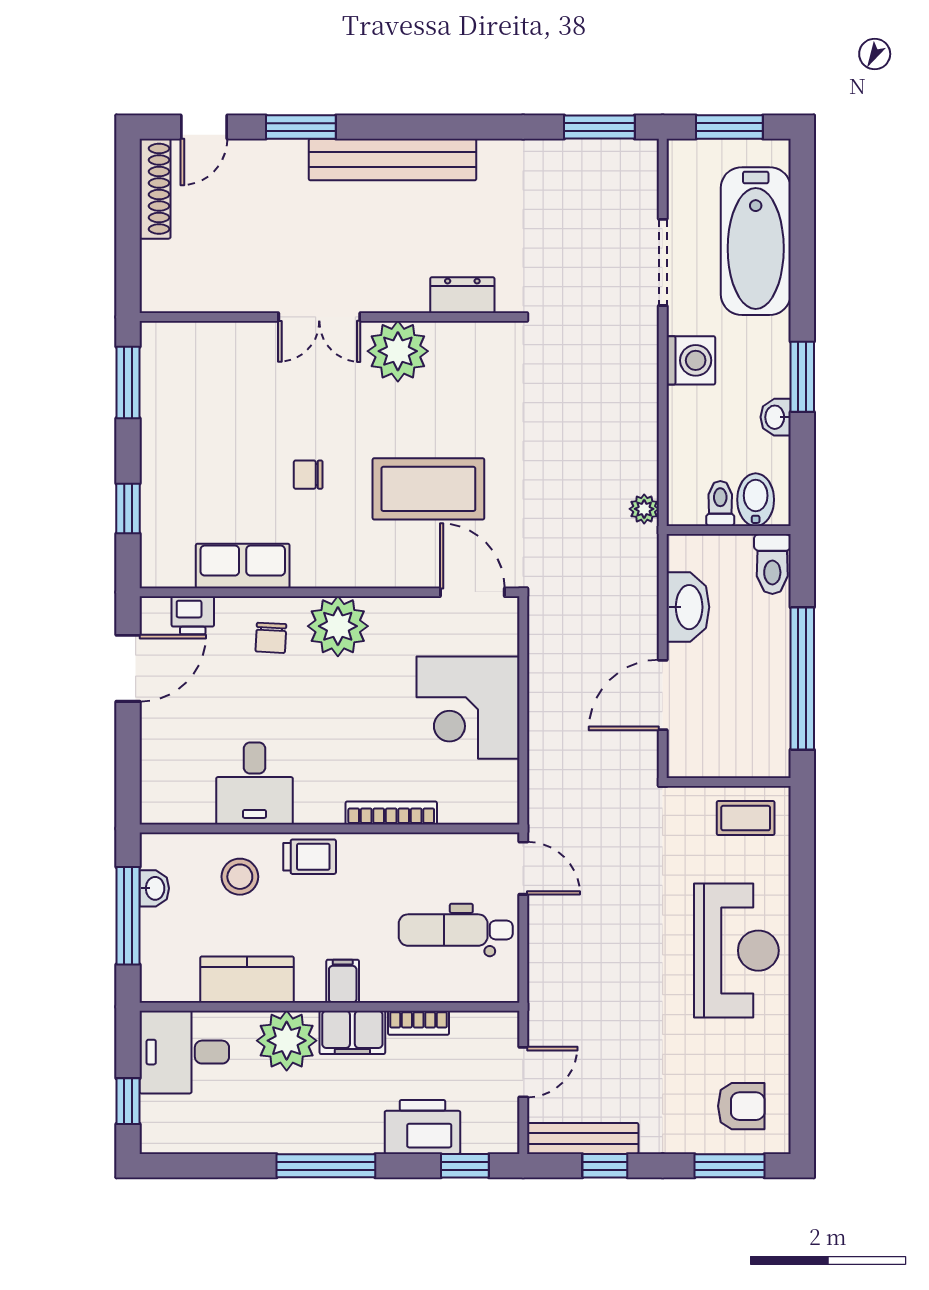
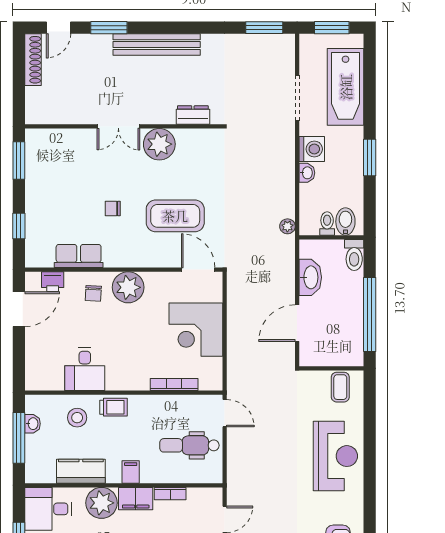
washbasin: (776, 417) -> (307, 173), moved, turned 180
bookcase: (391, 813) -> (174, 384), moved
coffee table: (746, 818) -> (340, 387), turned 90

